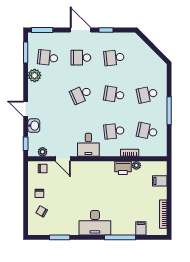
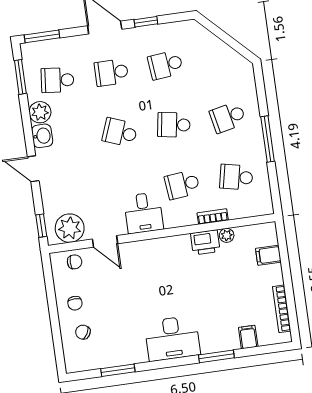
school desk: (81, 94) -> (120, 132), turned 45
washbasin: (34, 126) -> (42, 136), moved
plant: (43, 152) -> (70, 228), width x1.88, depth x1.88
window: (120, 237) -> (216, 356), width x0.69

